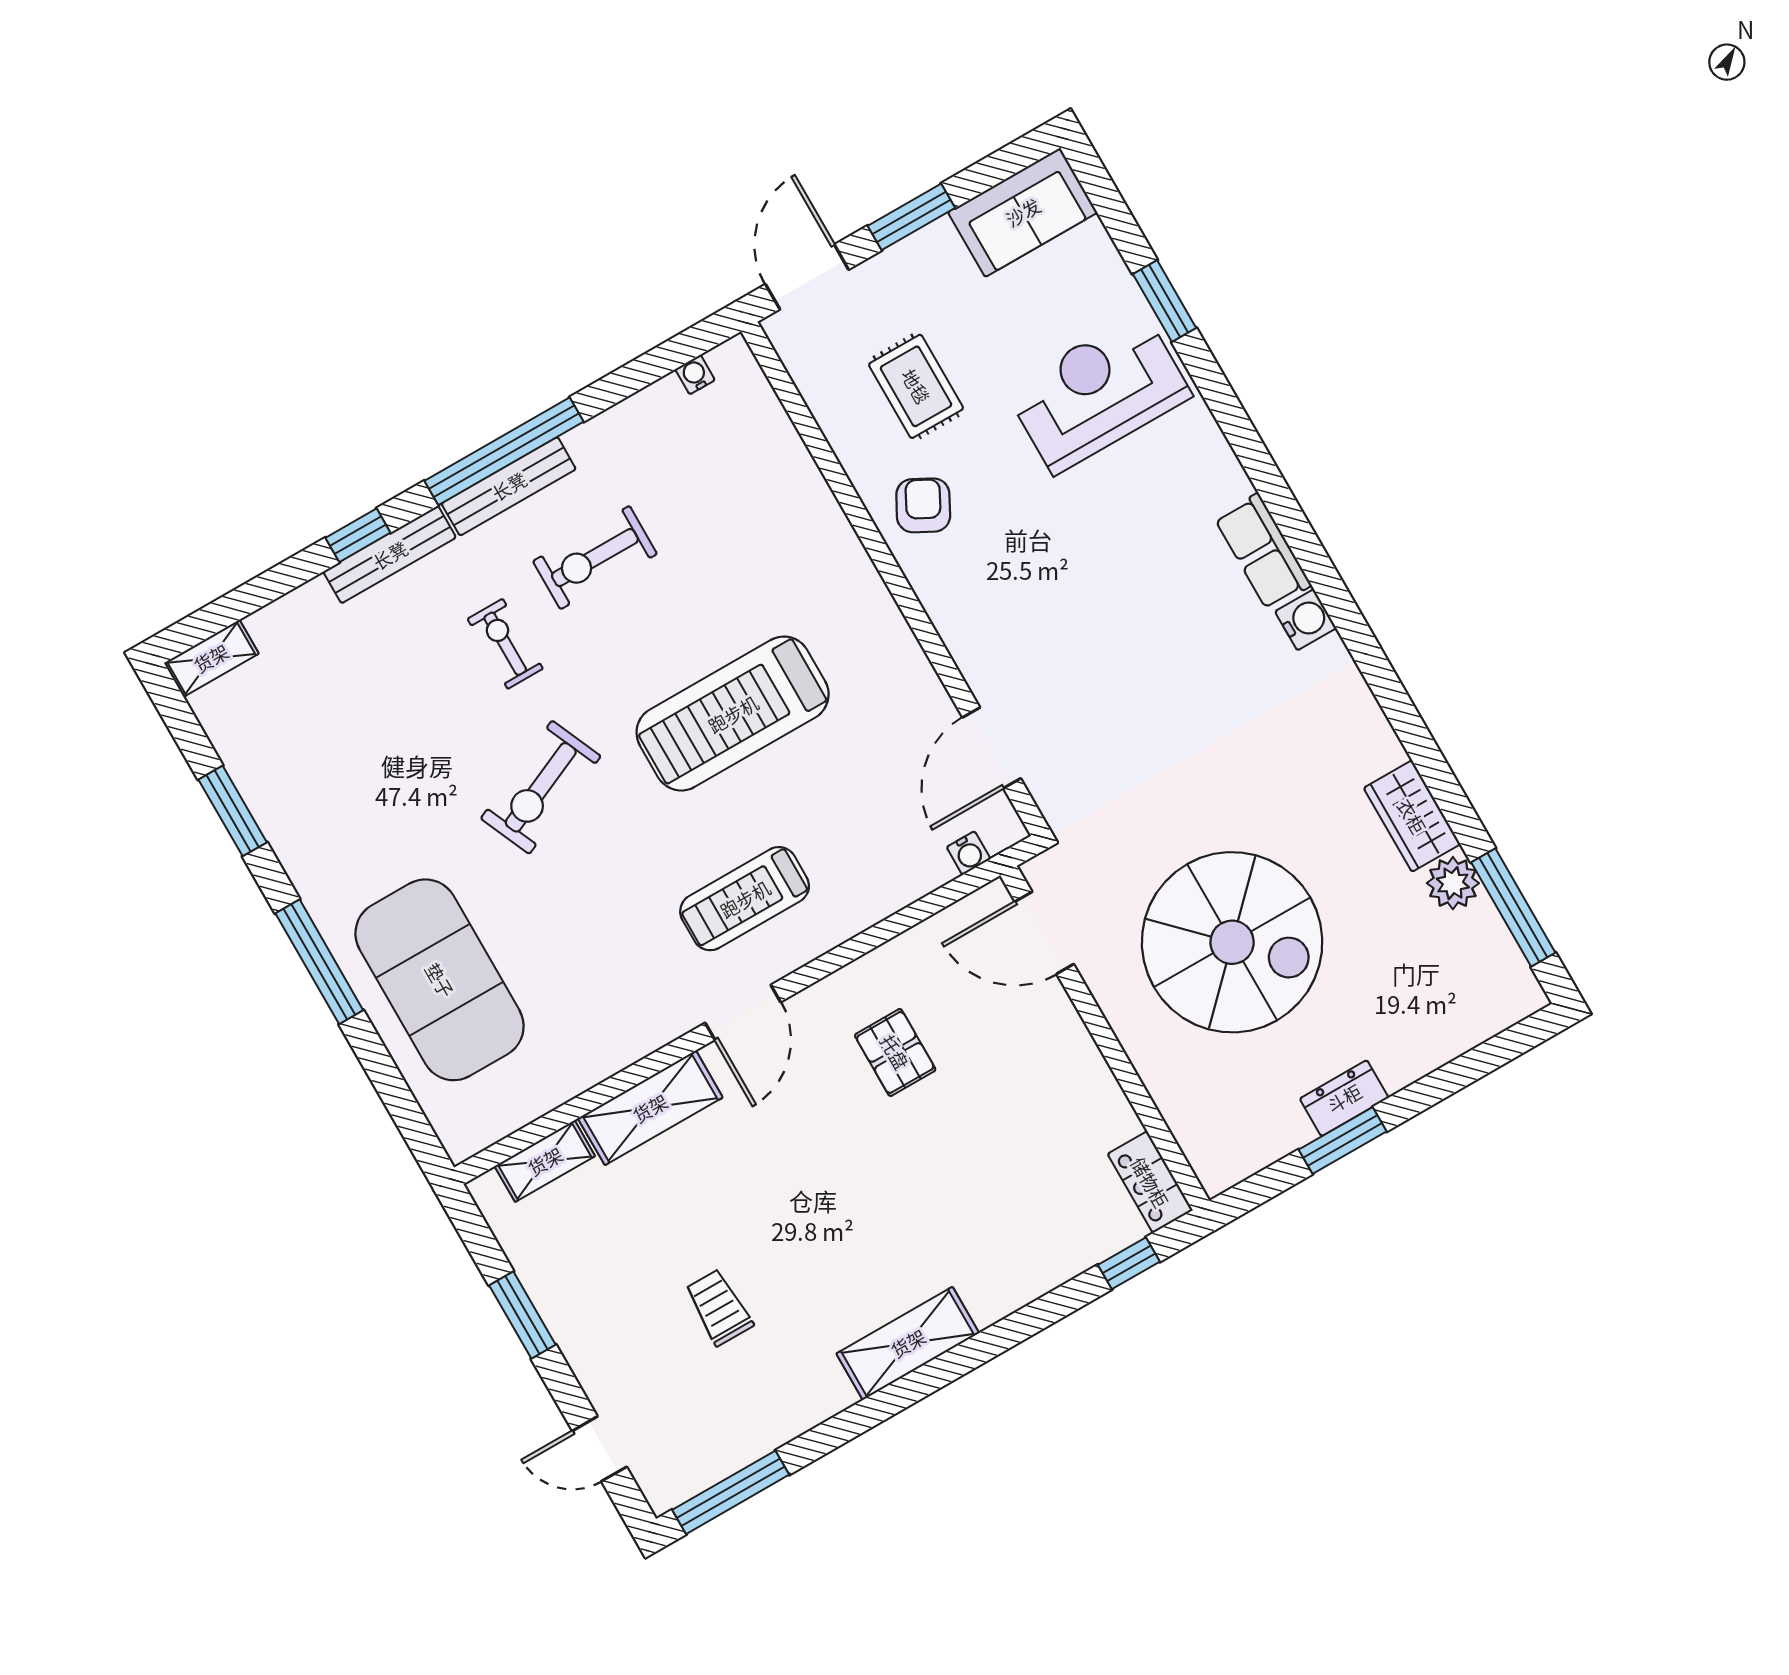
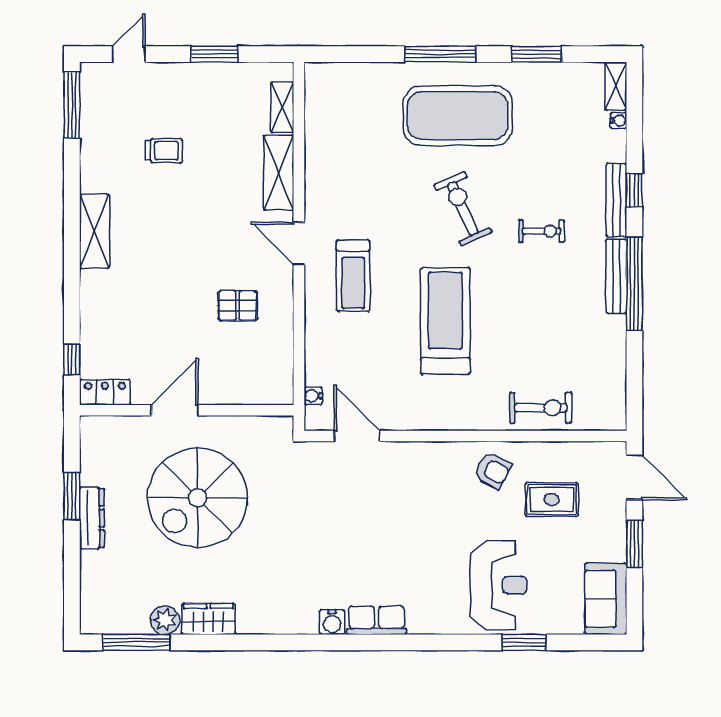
water cooler: (695, 375) -> (618, 120), moved
exercise bike: (595, 558) -> (541, 408), moved, turned 90
treadmill: (745, 899) -> (353, 276), turned 180
door: (1044, 933) -> (175, 410), moved
exercise mat: (440, 980) -> (458, 116), moved
dresser: (1344, 1098) -> (92, 518), width x1.44

